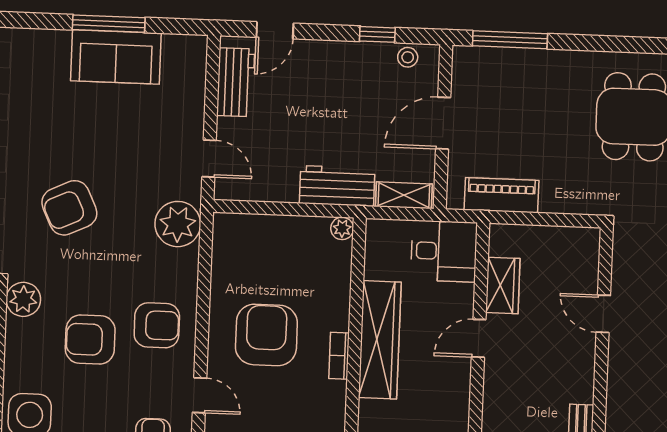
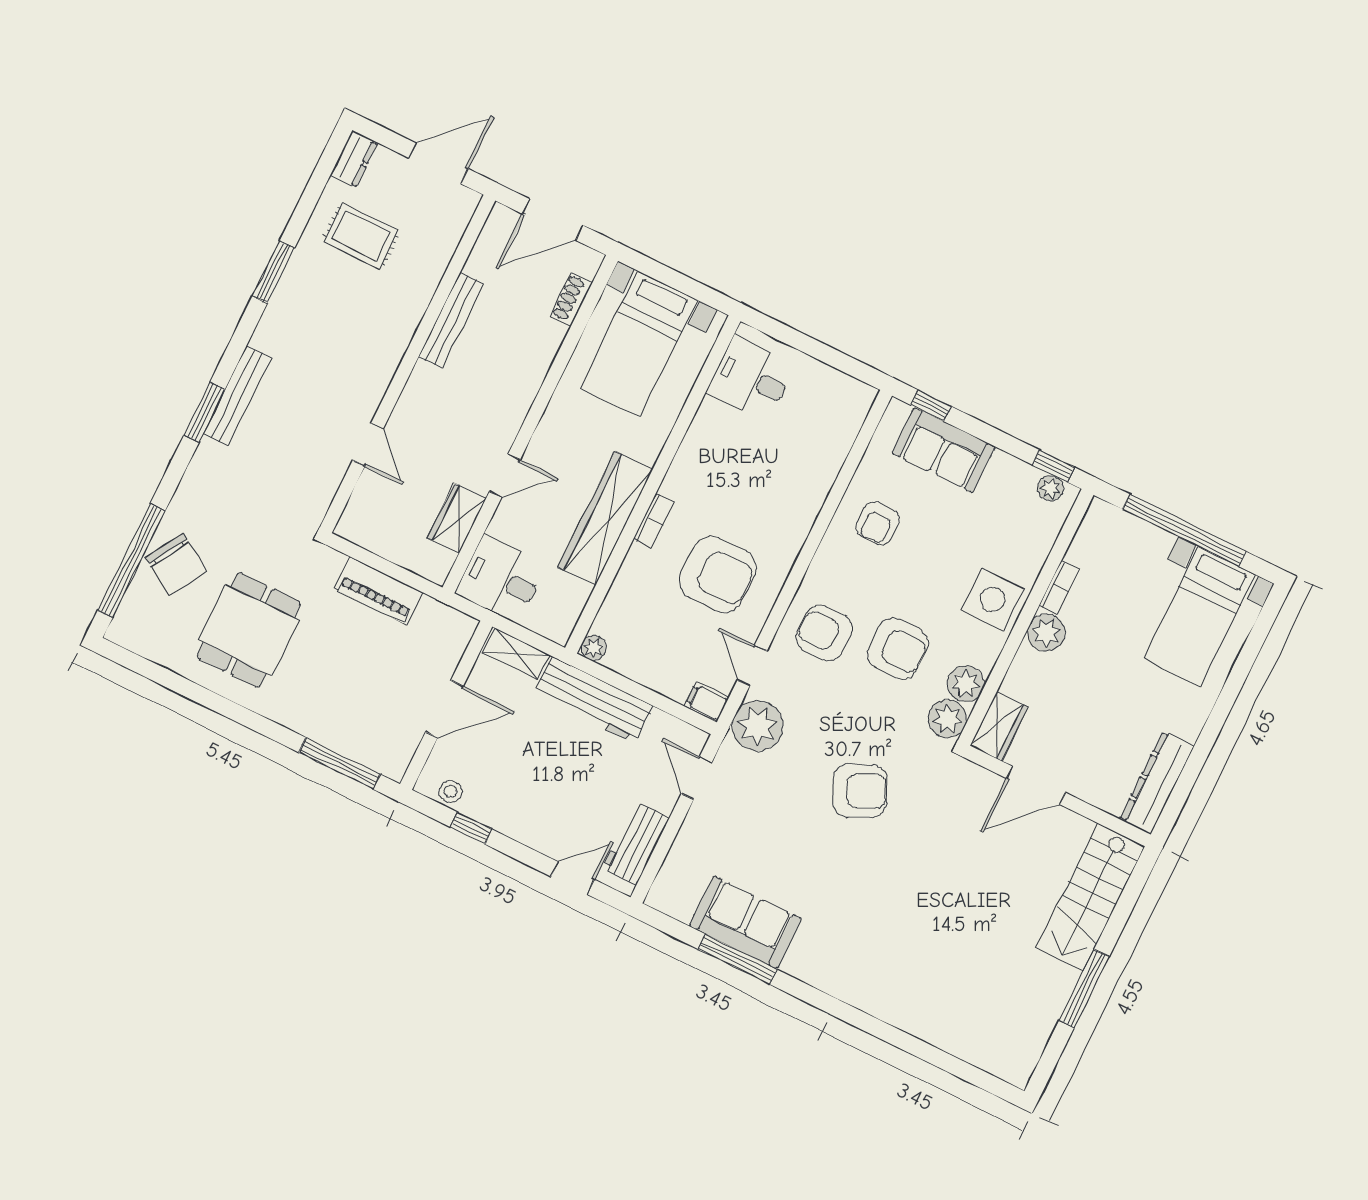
workbench: (337, 186) -> (593, 700), width x1.38
piano: (501, 195) -> (378, 591), moved
filing cabinet: (229, 225) -> (706, 702), added
plant: (21, 335) -> (966, 684), added
armchair: (266, 335) -> (718, 574), turned -90
door: (200, 395) -> (752, 665), moved

